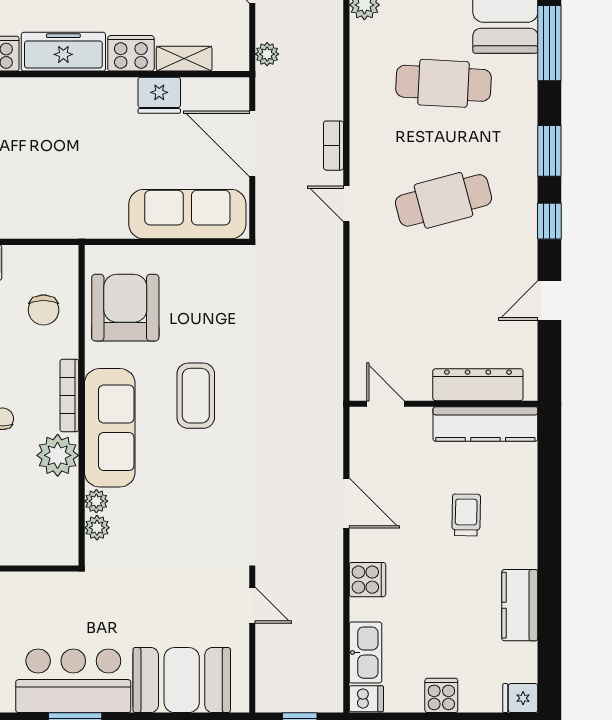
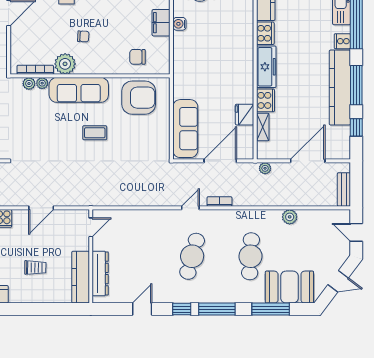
window: (549, 151) -> (217, 309), width x1.44
cafe table: (443, 200) -> (192, 256), turned 30
door: (549, 301) -> (142, 309), hinge flipped
bookcase: (69, 396) -> (35, 70), moved
coffee table: (196, 396) -> (95, 133), width x0.73, depth x0.77

